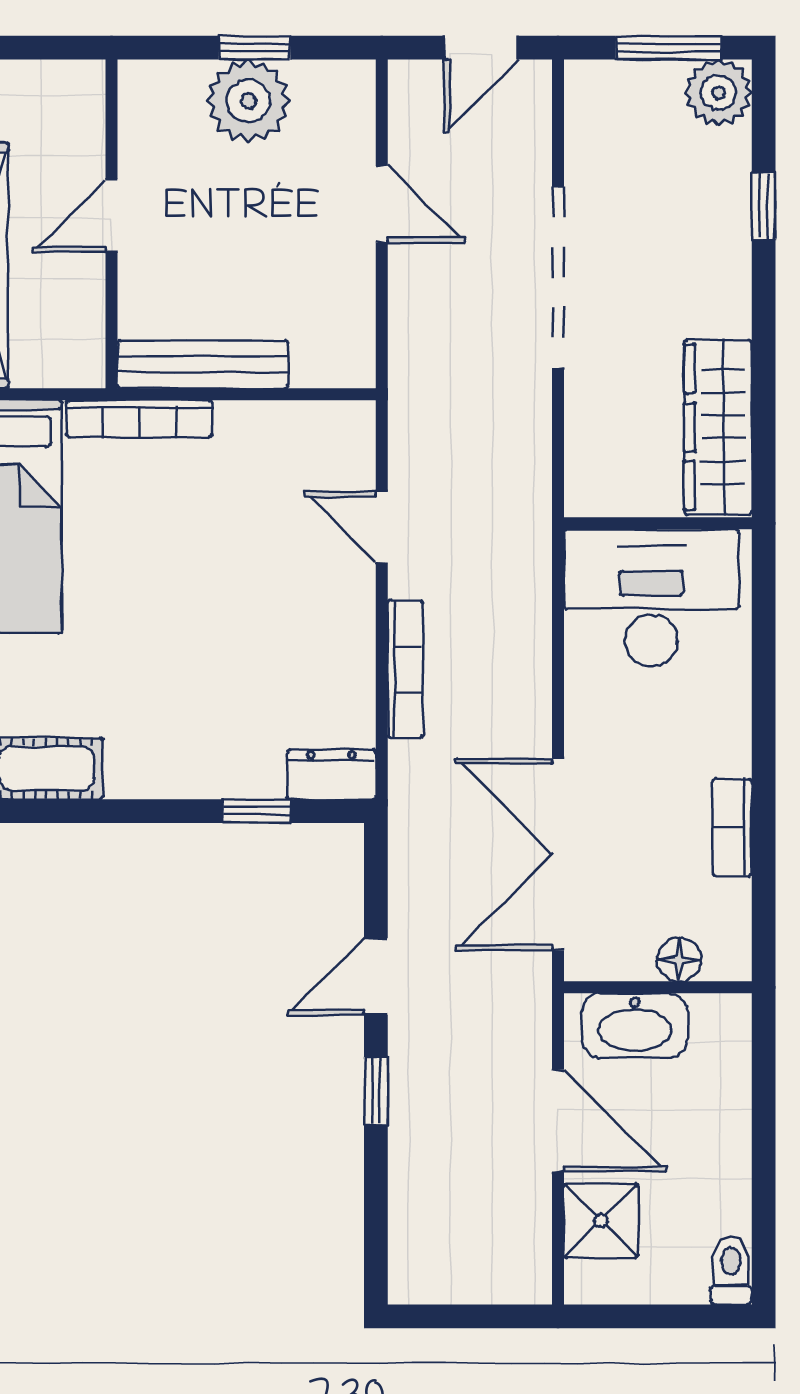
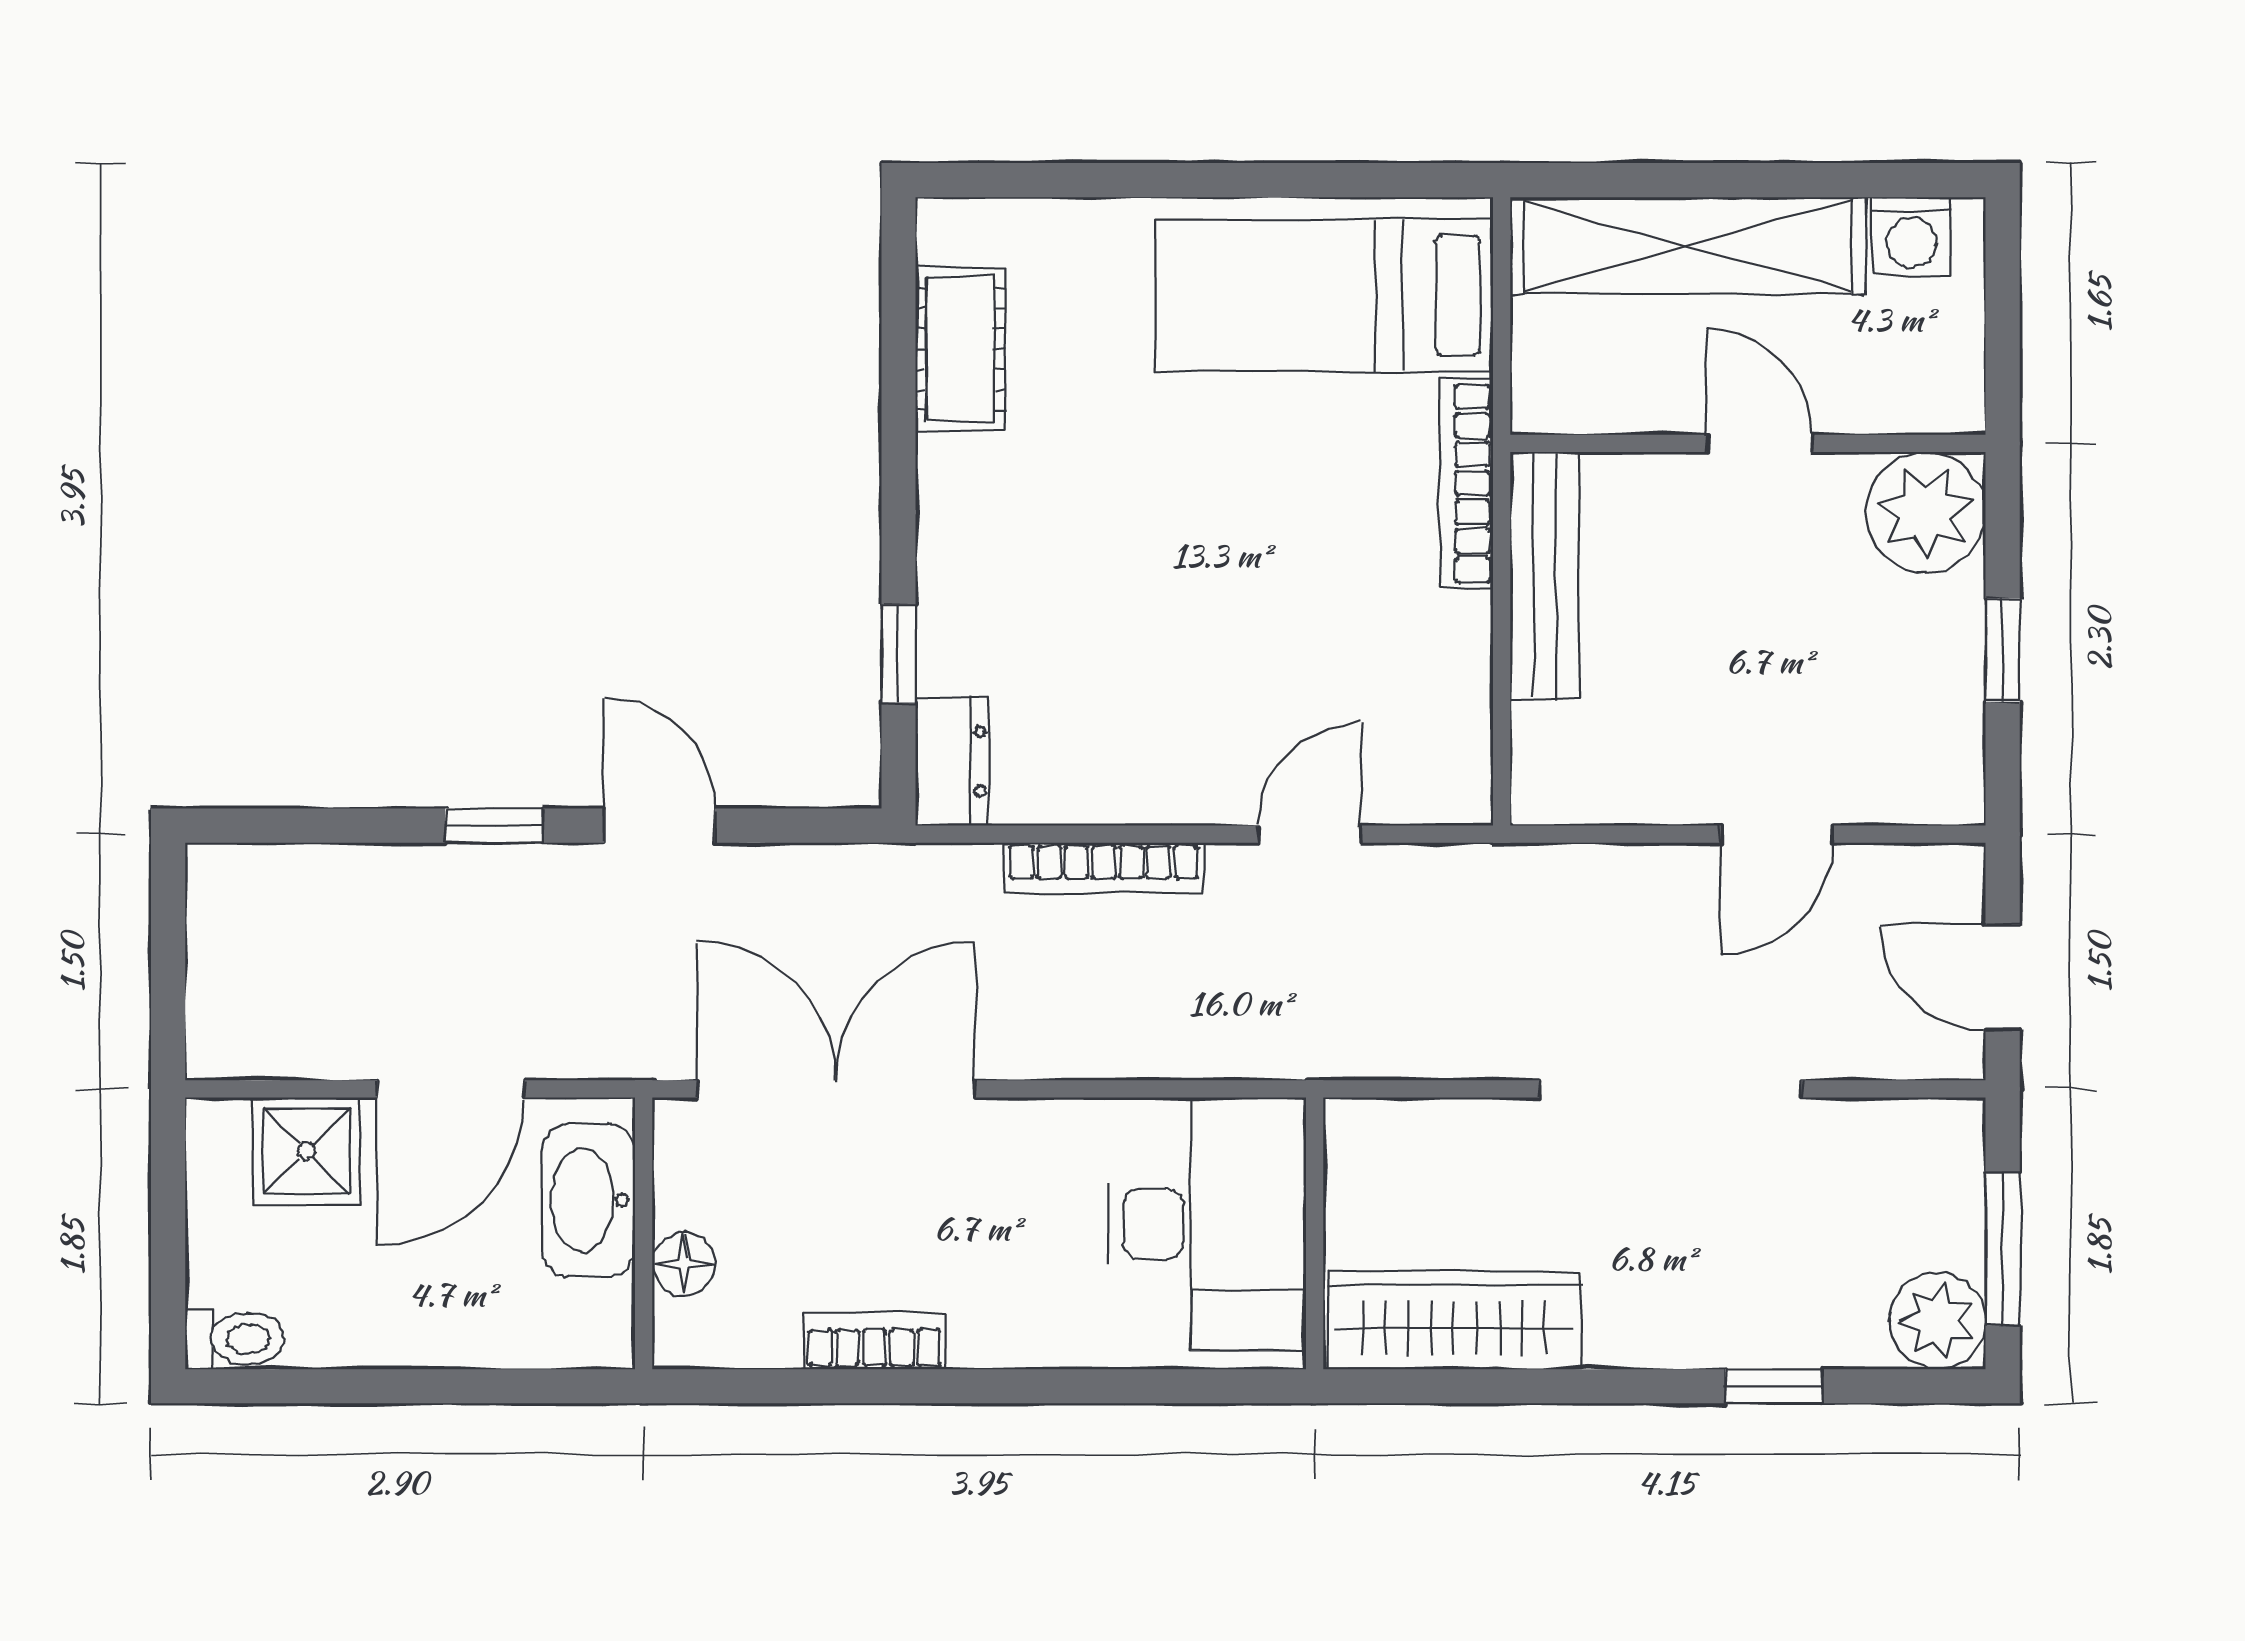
plant: (248, 101) -> (1926, 512), moved

